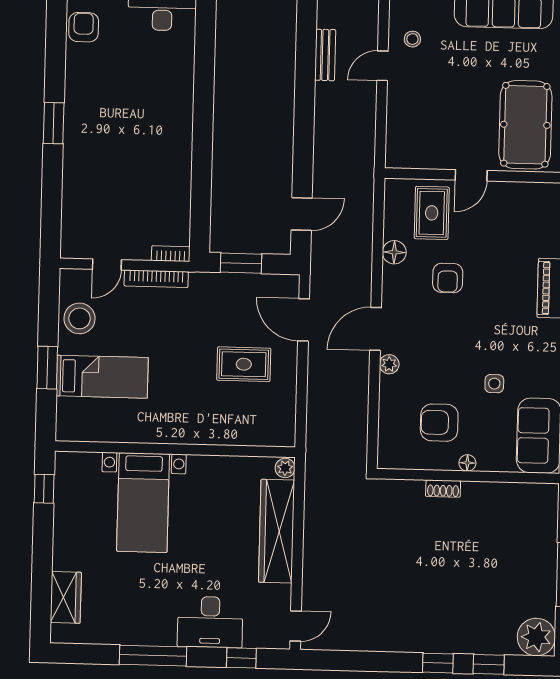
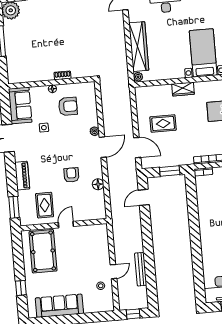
bench: (325, 55) -> (141, 269), width x1.36
rug: (432, 213) -> (45, 205), moved
wardrobe: (194, 432) -> (183, 89), added

